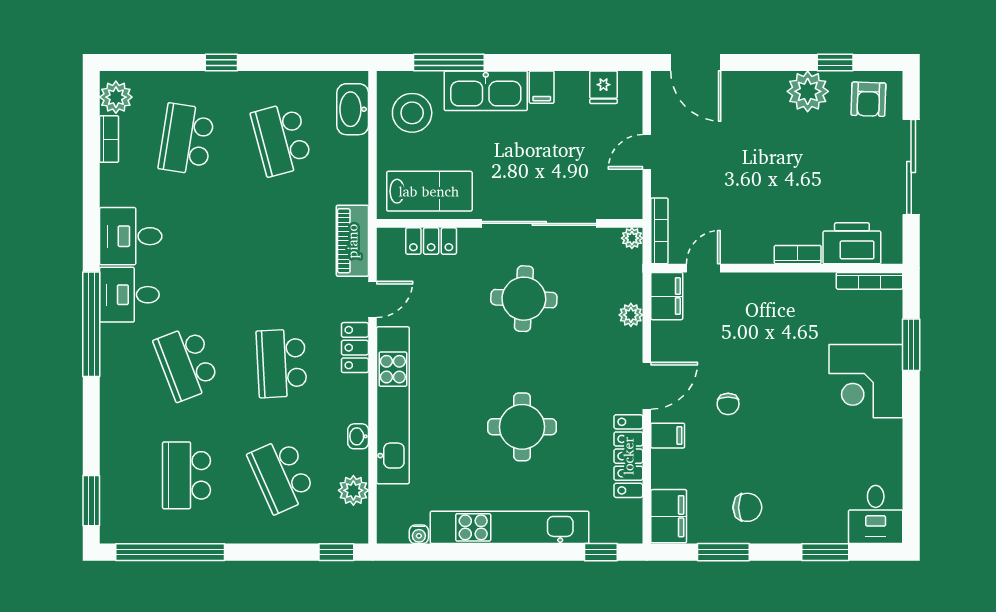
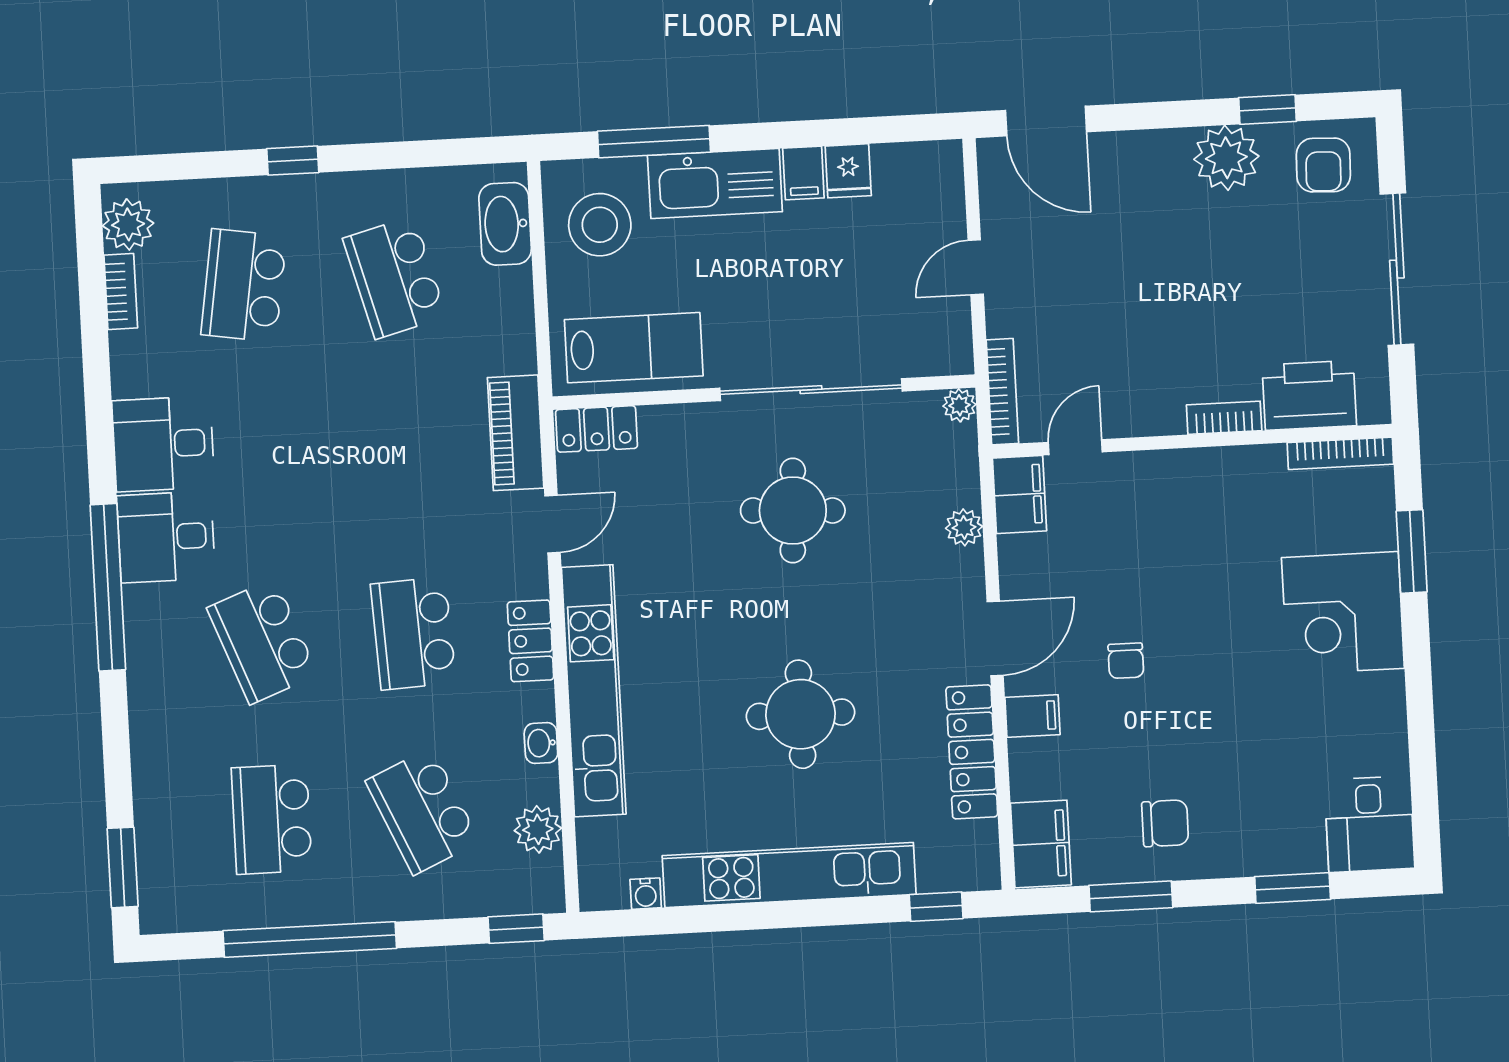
fridge: (603, 87) -> (848, 171), moved
locker: (431, 241) -> (597, 429), moved
locker: (355, 348) -> (531, 641), moved
window: (170, 552) -> (310, 939), moved

